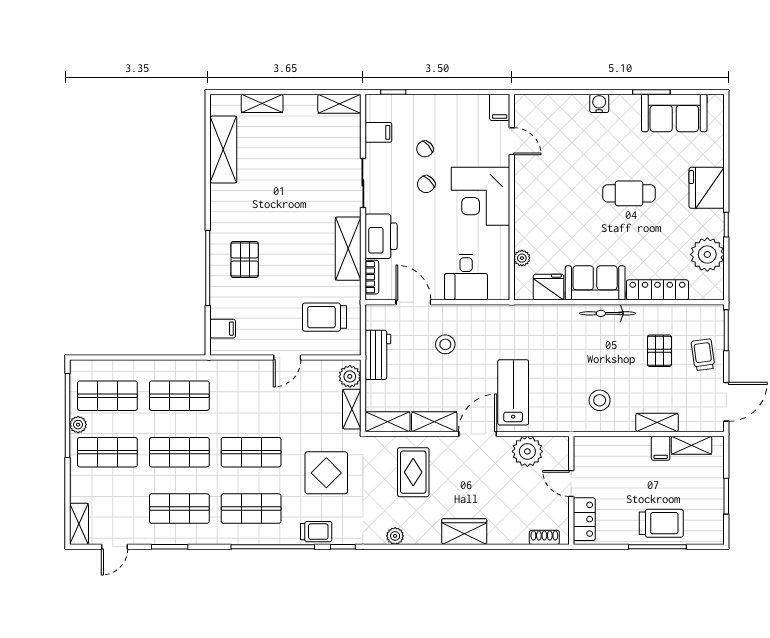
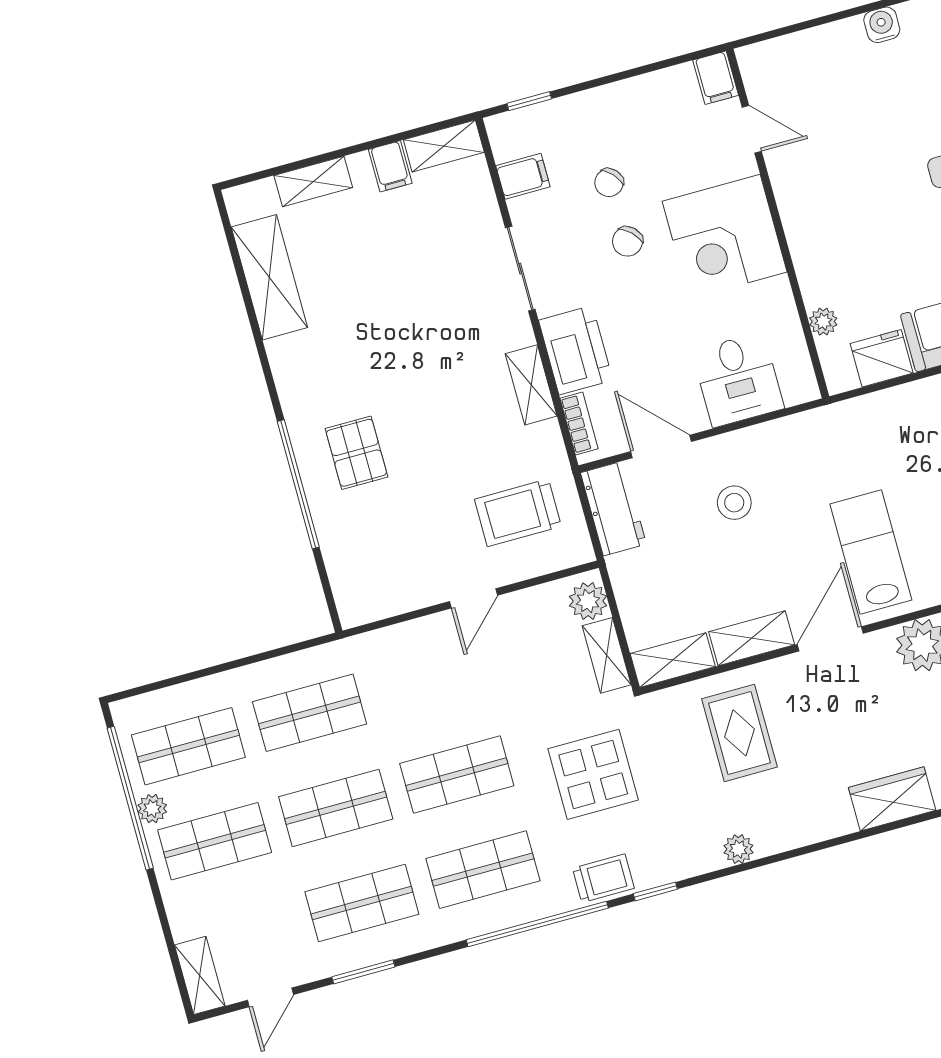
shelving: (348, 249) -> (531, 385), width x0.67, depth x0.75
filing cabinet: (223, 329) -> (390, 166), moved, turned 90
workbench: (378, 355) -> (613, 508), moved
wardrobe: (464, 532) -> (892, 799), moved

